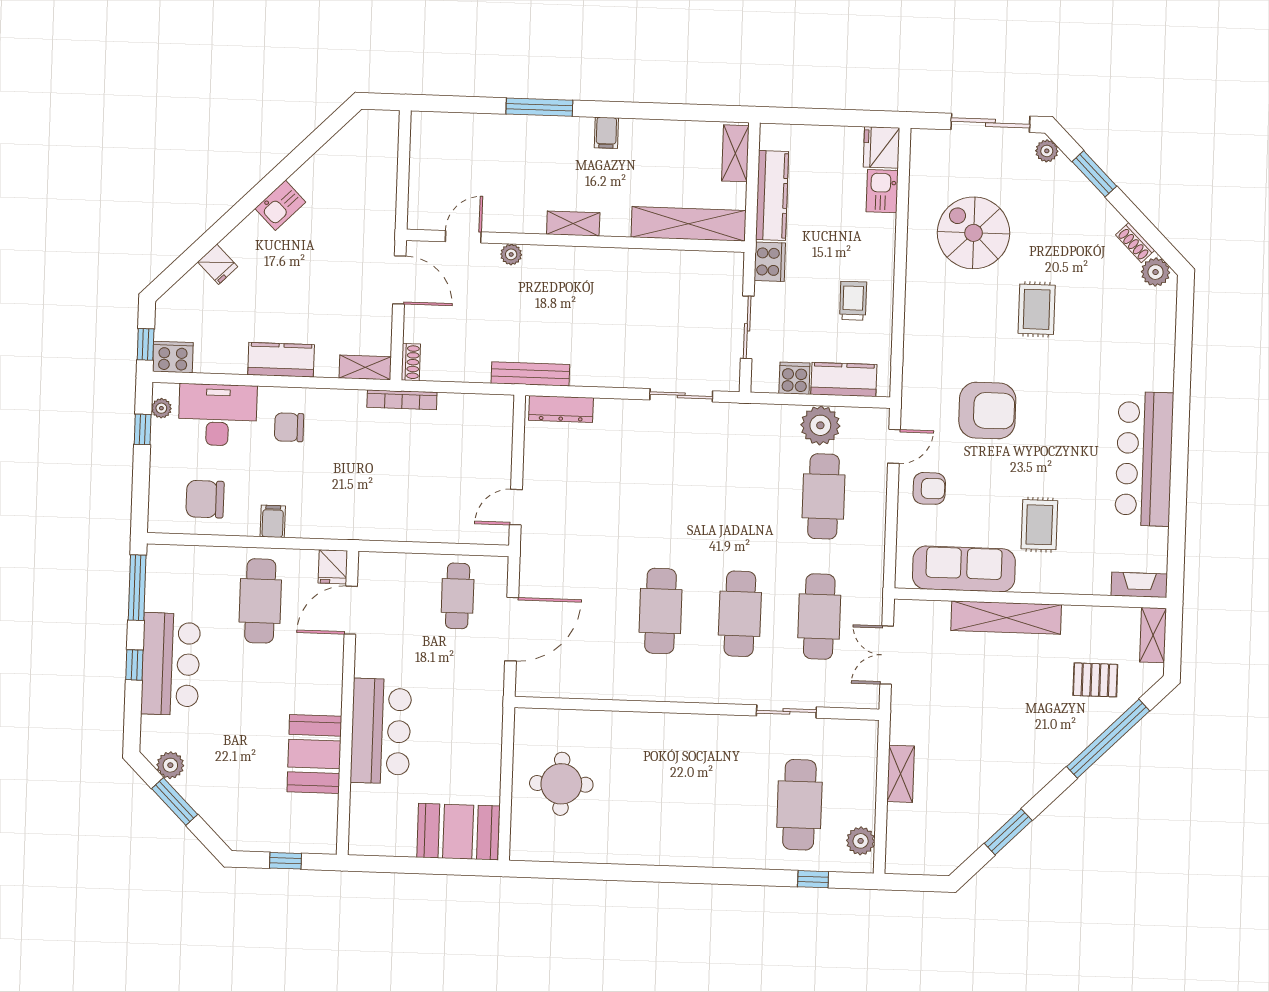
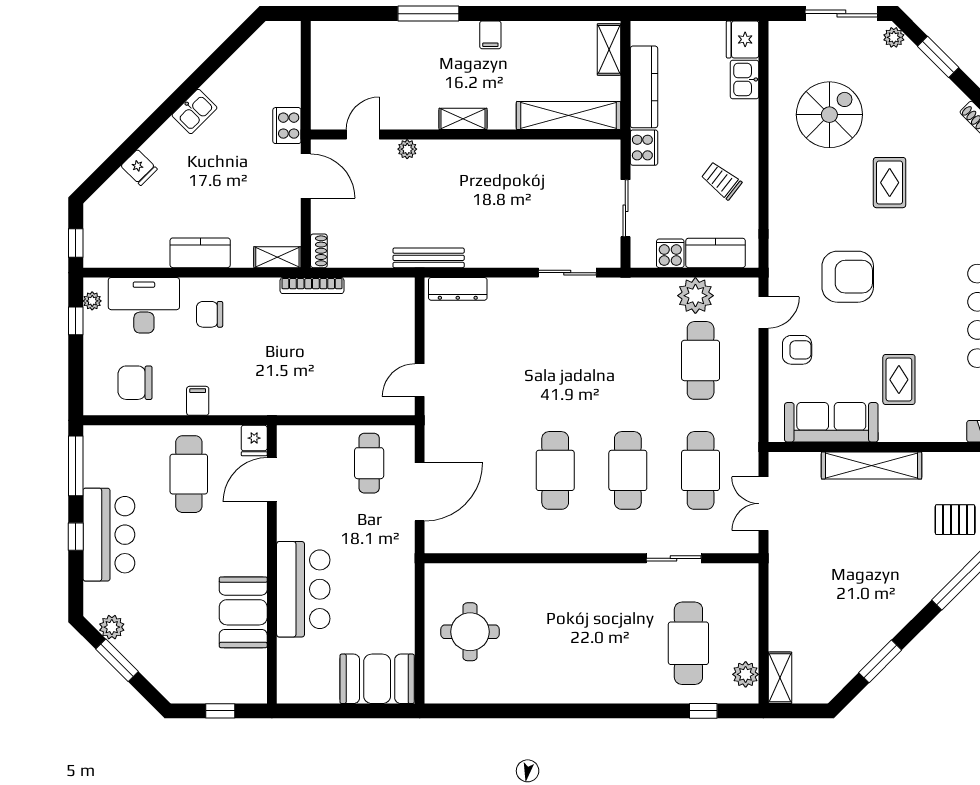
spiral stairs: (974, 233) -> (829, 115), turned 90
trolley: (853, 301) -> (721, 181), turned -52
cooker: (173, 357) -> (287, 126), moved, turned -90
shelving: (901, 774) -> (780, 678), moved

